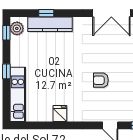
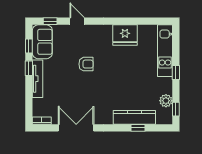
plant: (17, 28) -> (166, 101), moved
fridge: (60, 114) -> (125, 35), width x1.88, depth x1.34

